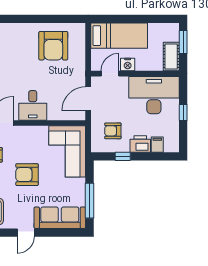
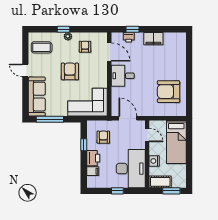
nightstand: (128, 64) -> (154, 161), moved

